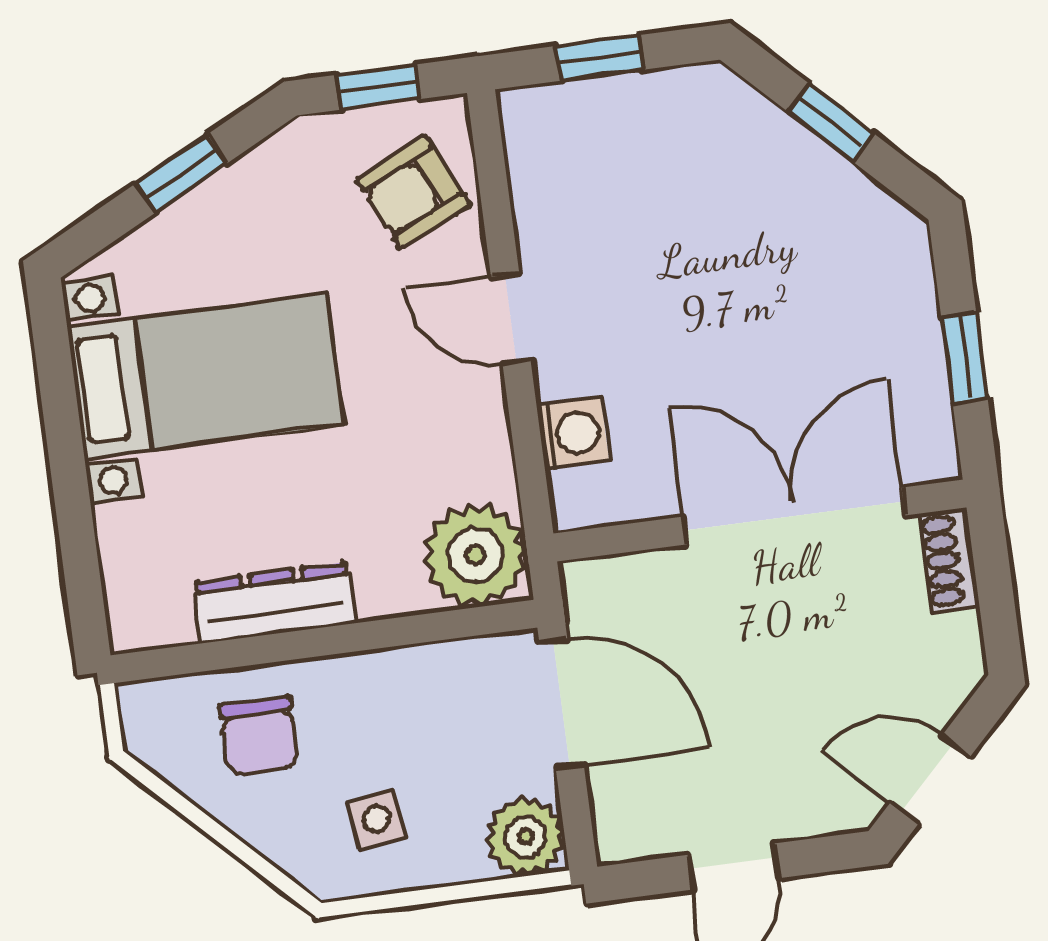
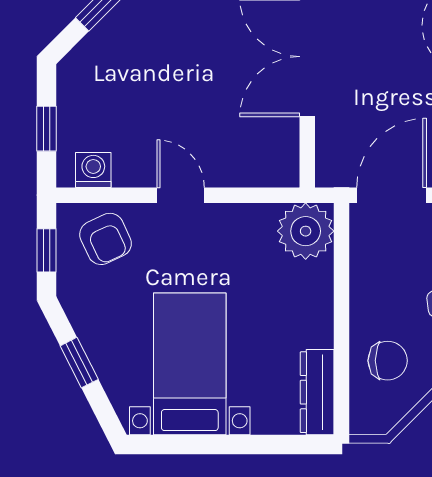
door: (511, 318) -> (181, 195), swing flipped
washing machine: (573, 434) -> (93, 170), moved
dresser: (275, 603) -> (317, 392), moved

